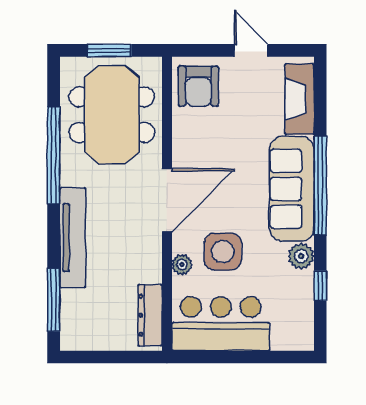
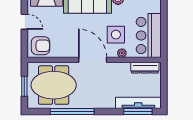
door: (251, 50) -> (24, 22), swing flipped
tv unit: (73, 238) -> (138, 103), moved

